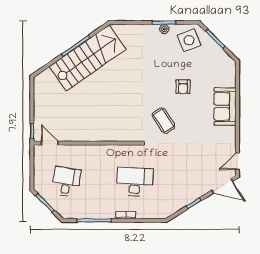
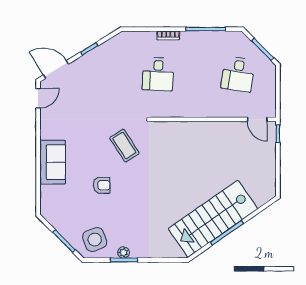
armchair: (183, 87) -> (102, 185), turned 90
desk: (135, 182) -> (158, 74), width x0.73

